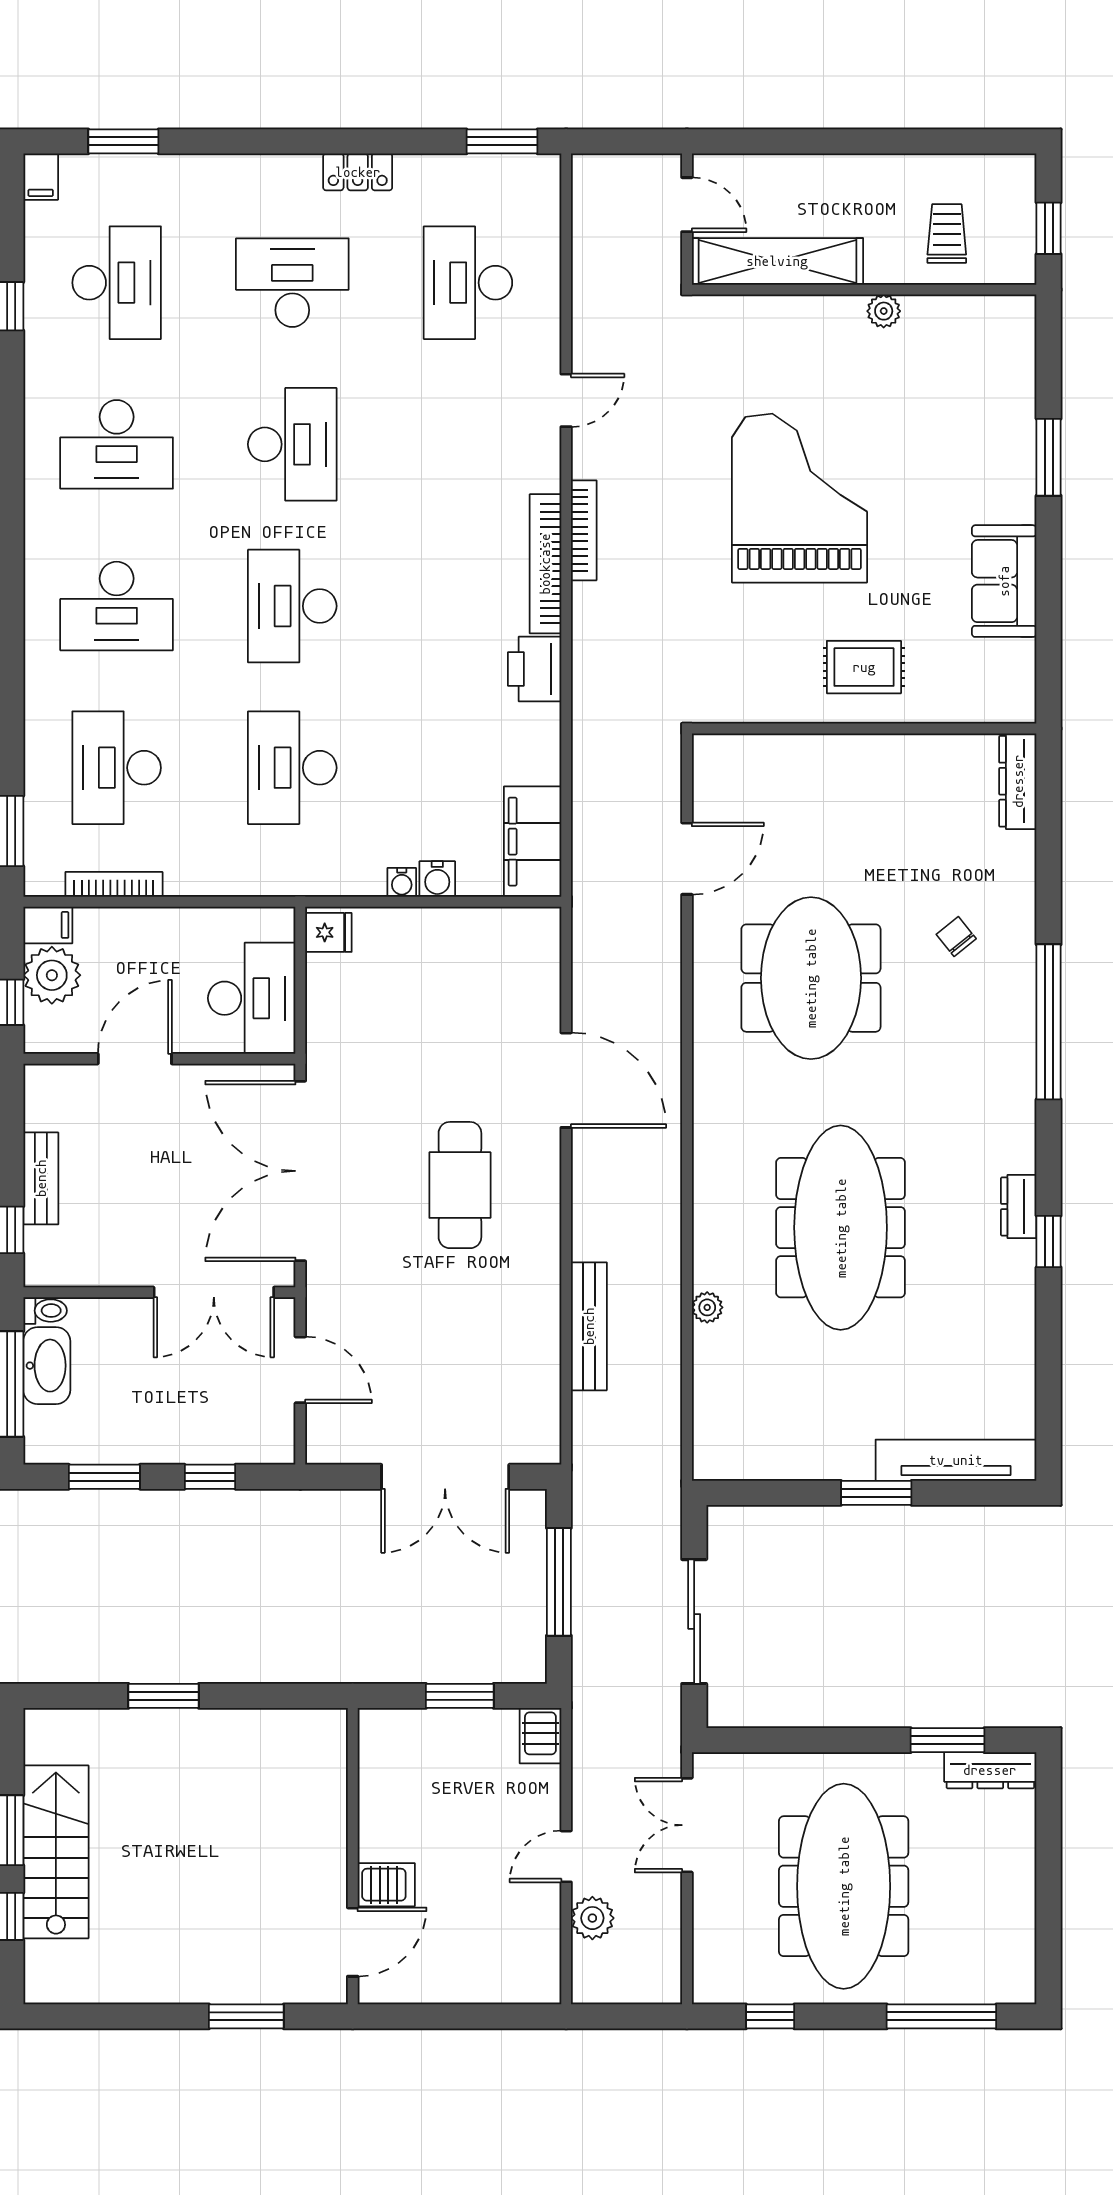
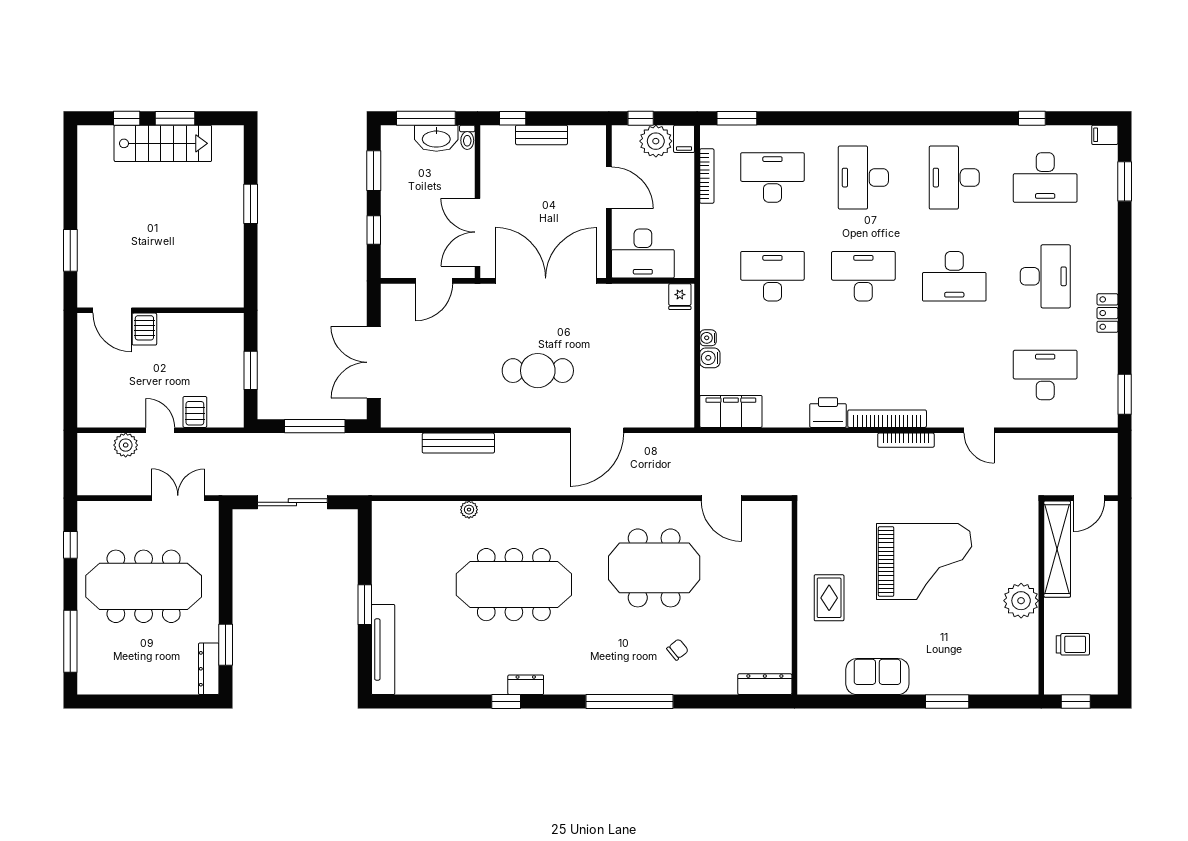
plant: (884, 311) -> (1021, 601), width x1.88, depth x1.88
server rack: (540, 1736) -> (195, 412), moved, turned 90

